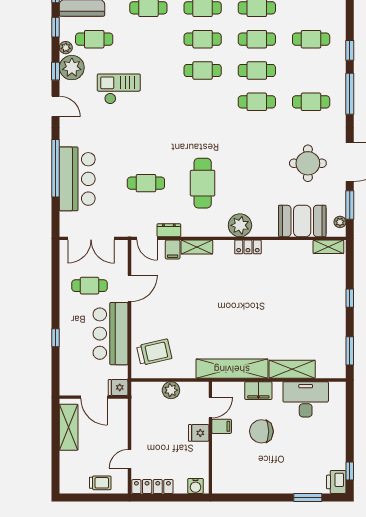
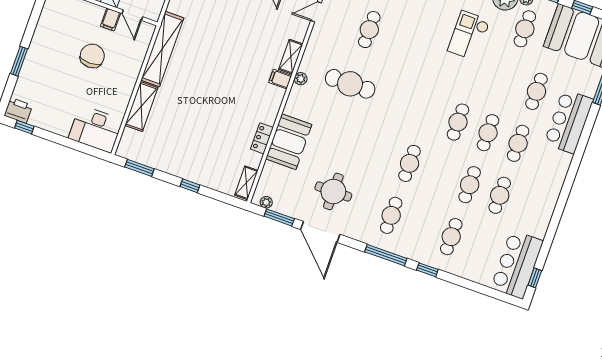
cafe table: (257, 71) -> (440, 174), removed
checkout: (119, 89) -> (469, 36), turned 180
booth: (302, 221) -> (289, 142), moved
plant: (240, 225) -> (301, 79), moved, width x0.53, depth x0.53
dresser: (169, 230) -> (316, 36), removed
locker: (248, 247) -> (262, 138), moved
filing cabinet: (173, 249) -> (280, 79), moved
filing cabinet: (258, 391) -> (132, 67), removed
desk: (306, 399) -> (96, 129), moved, turned 90
window: (308, 498) -> (19, 61), moved

